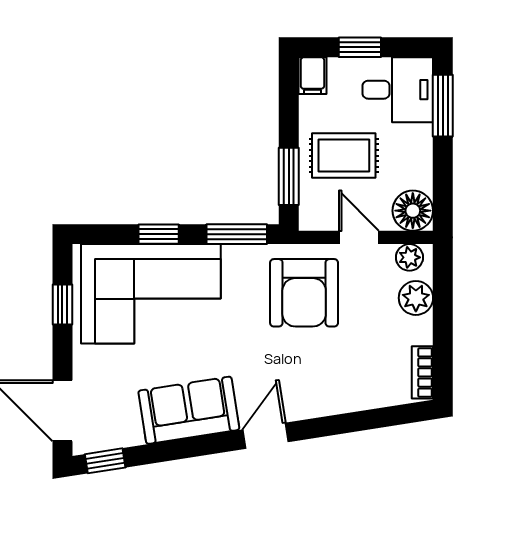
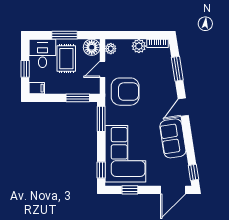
window: (443, 106) -> (65, 35), moved
rug: (344, 156) -> (66, 59), moved
window: (159, 234) -> (101, 170), moved
plant: (416, 298) -> (139, 46), moved
window: (360, 421) -> (177, 69), added
door: (266, 436) -> (183, 107), hinge flipped

